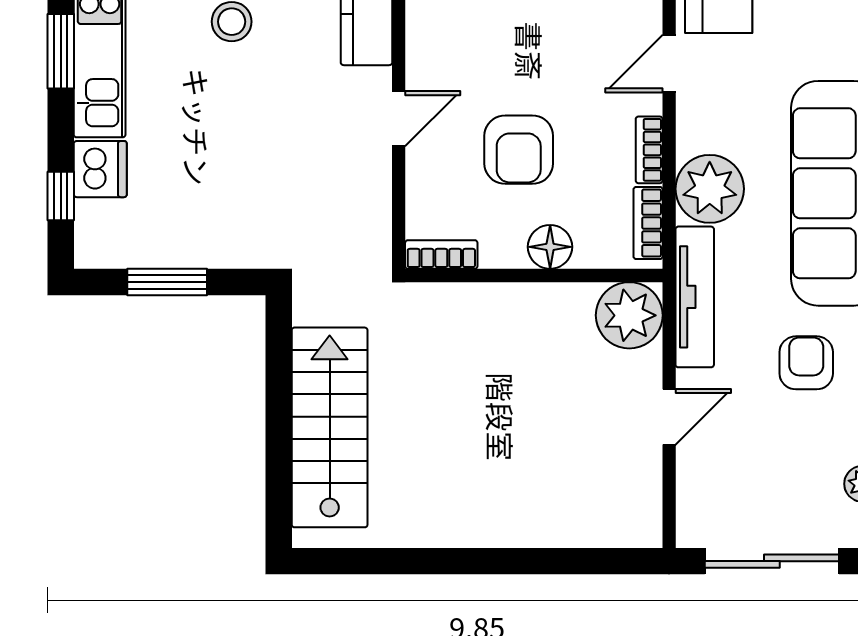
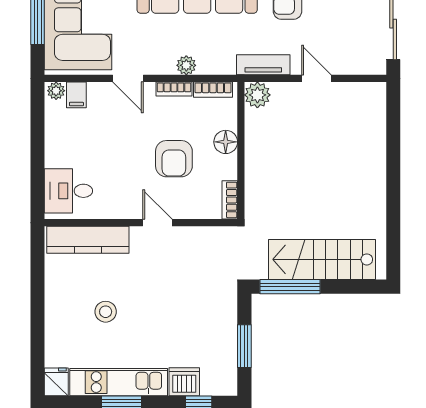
armchair: (519, 150) -> (174, 159), turned 90
plant: (710, 189) -> (186, 65), width x0.53, depth x0.53
tv unit: (695, 297) -> (263, 65), width x0.71
plant: (629, 315) -> (257, 95), width x0.73, depth x0.73
window: (279, 367) -> (290, 287), added

